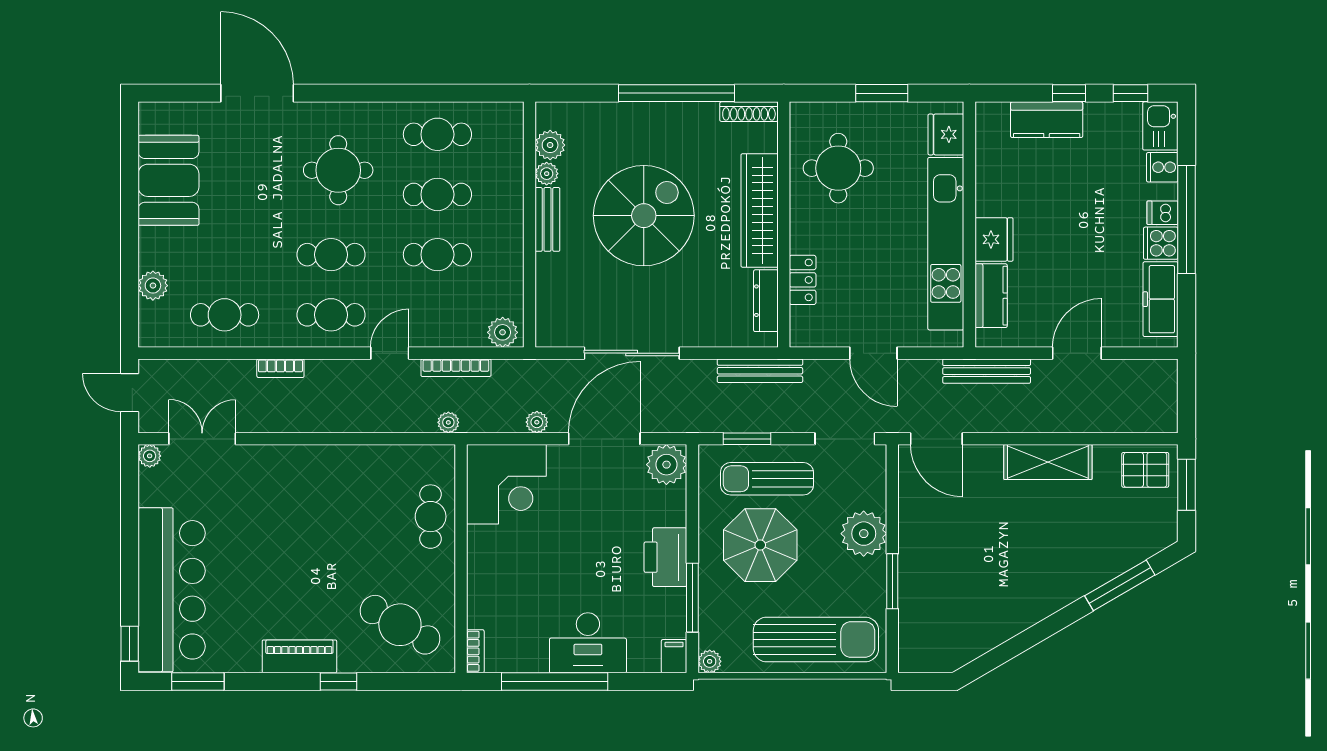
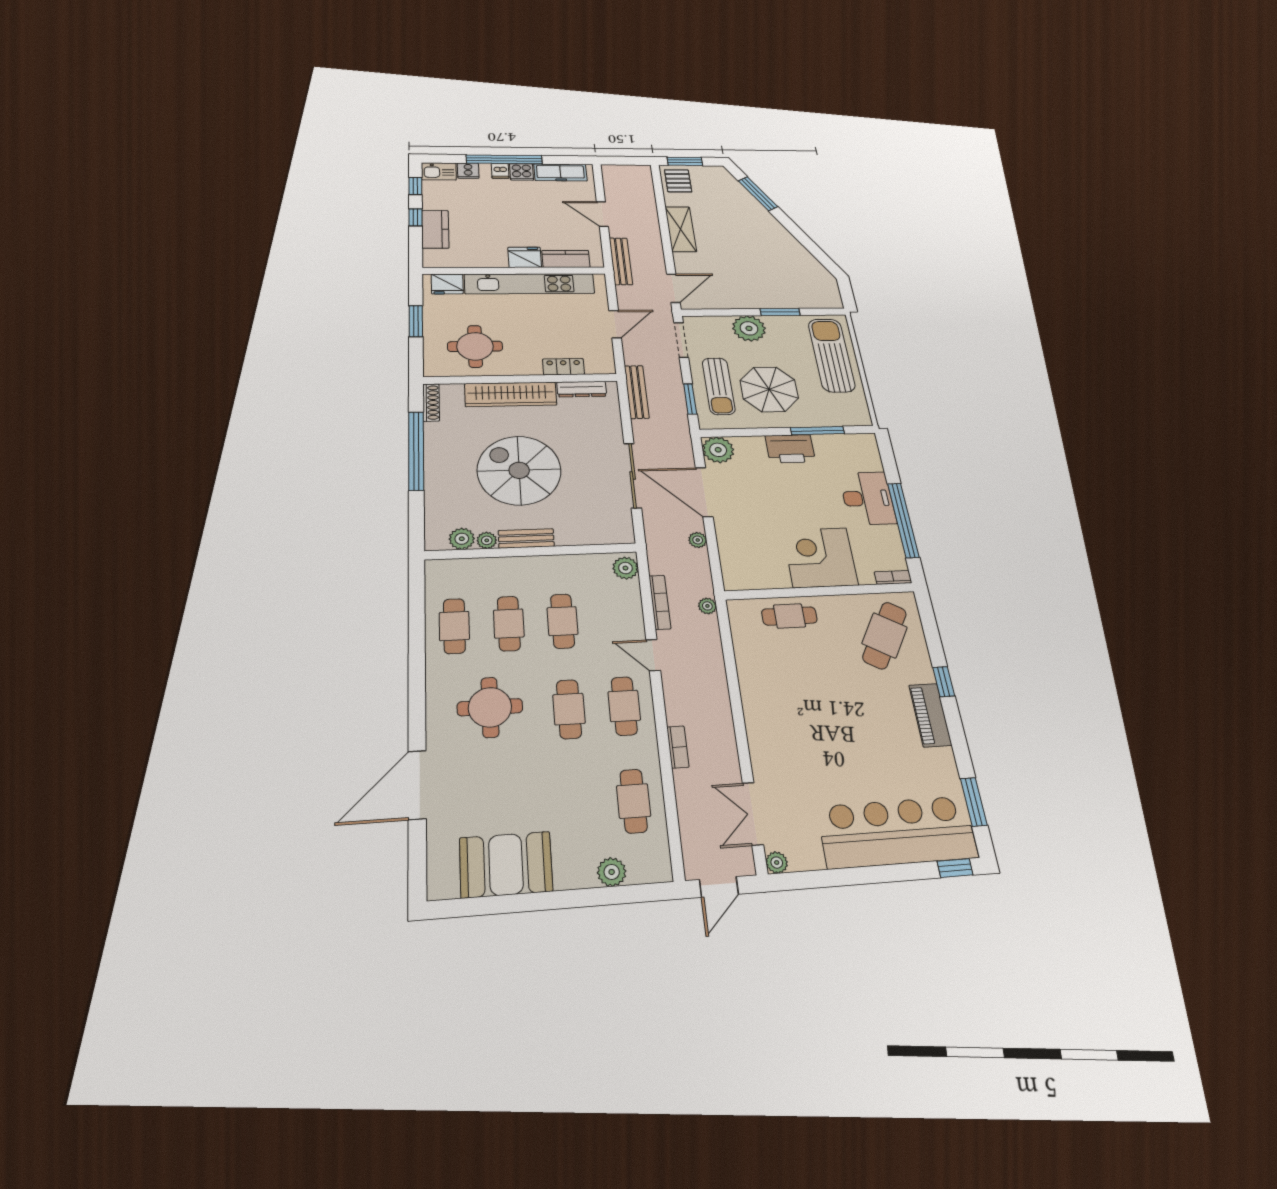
corner desk: (506, 484) -> (820, 557), moved, turned -90
filing cabinet: (674, 656) -> (864, 441), removed
plant: (710, 661) -> (863, 419), removed

